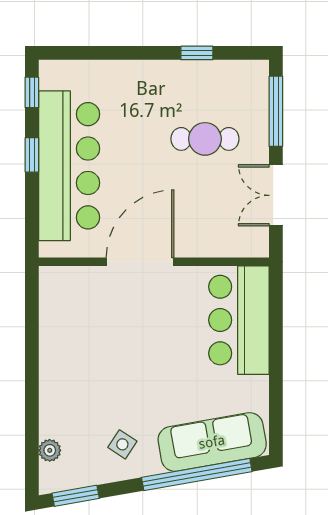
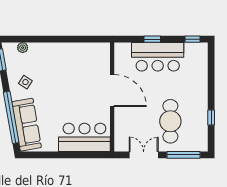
cafe table: (205, 139) -> (170, 121), width x1.37, depth x1.35
window: (32, 155) -> (152, 39), moved
bar counter: (69, 166) -> (158, 57), width x0.73

